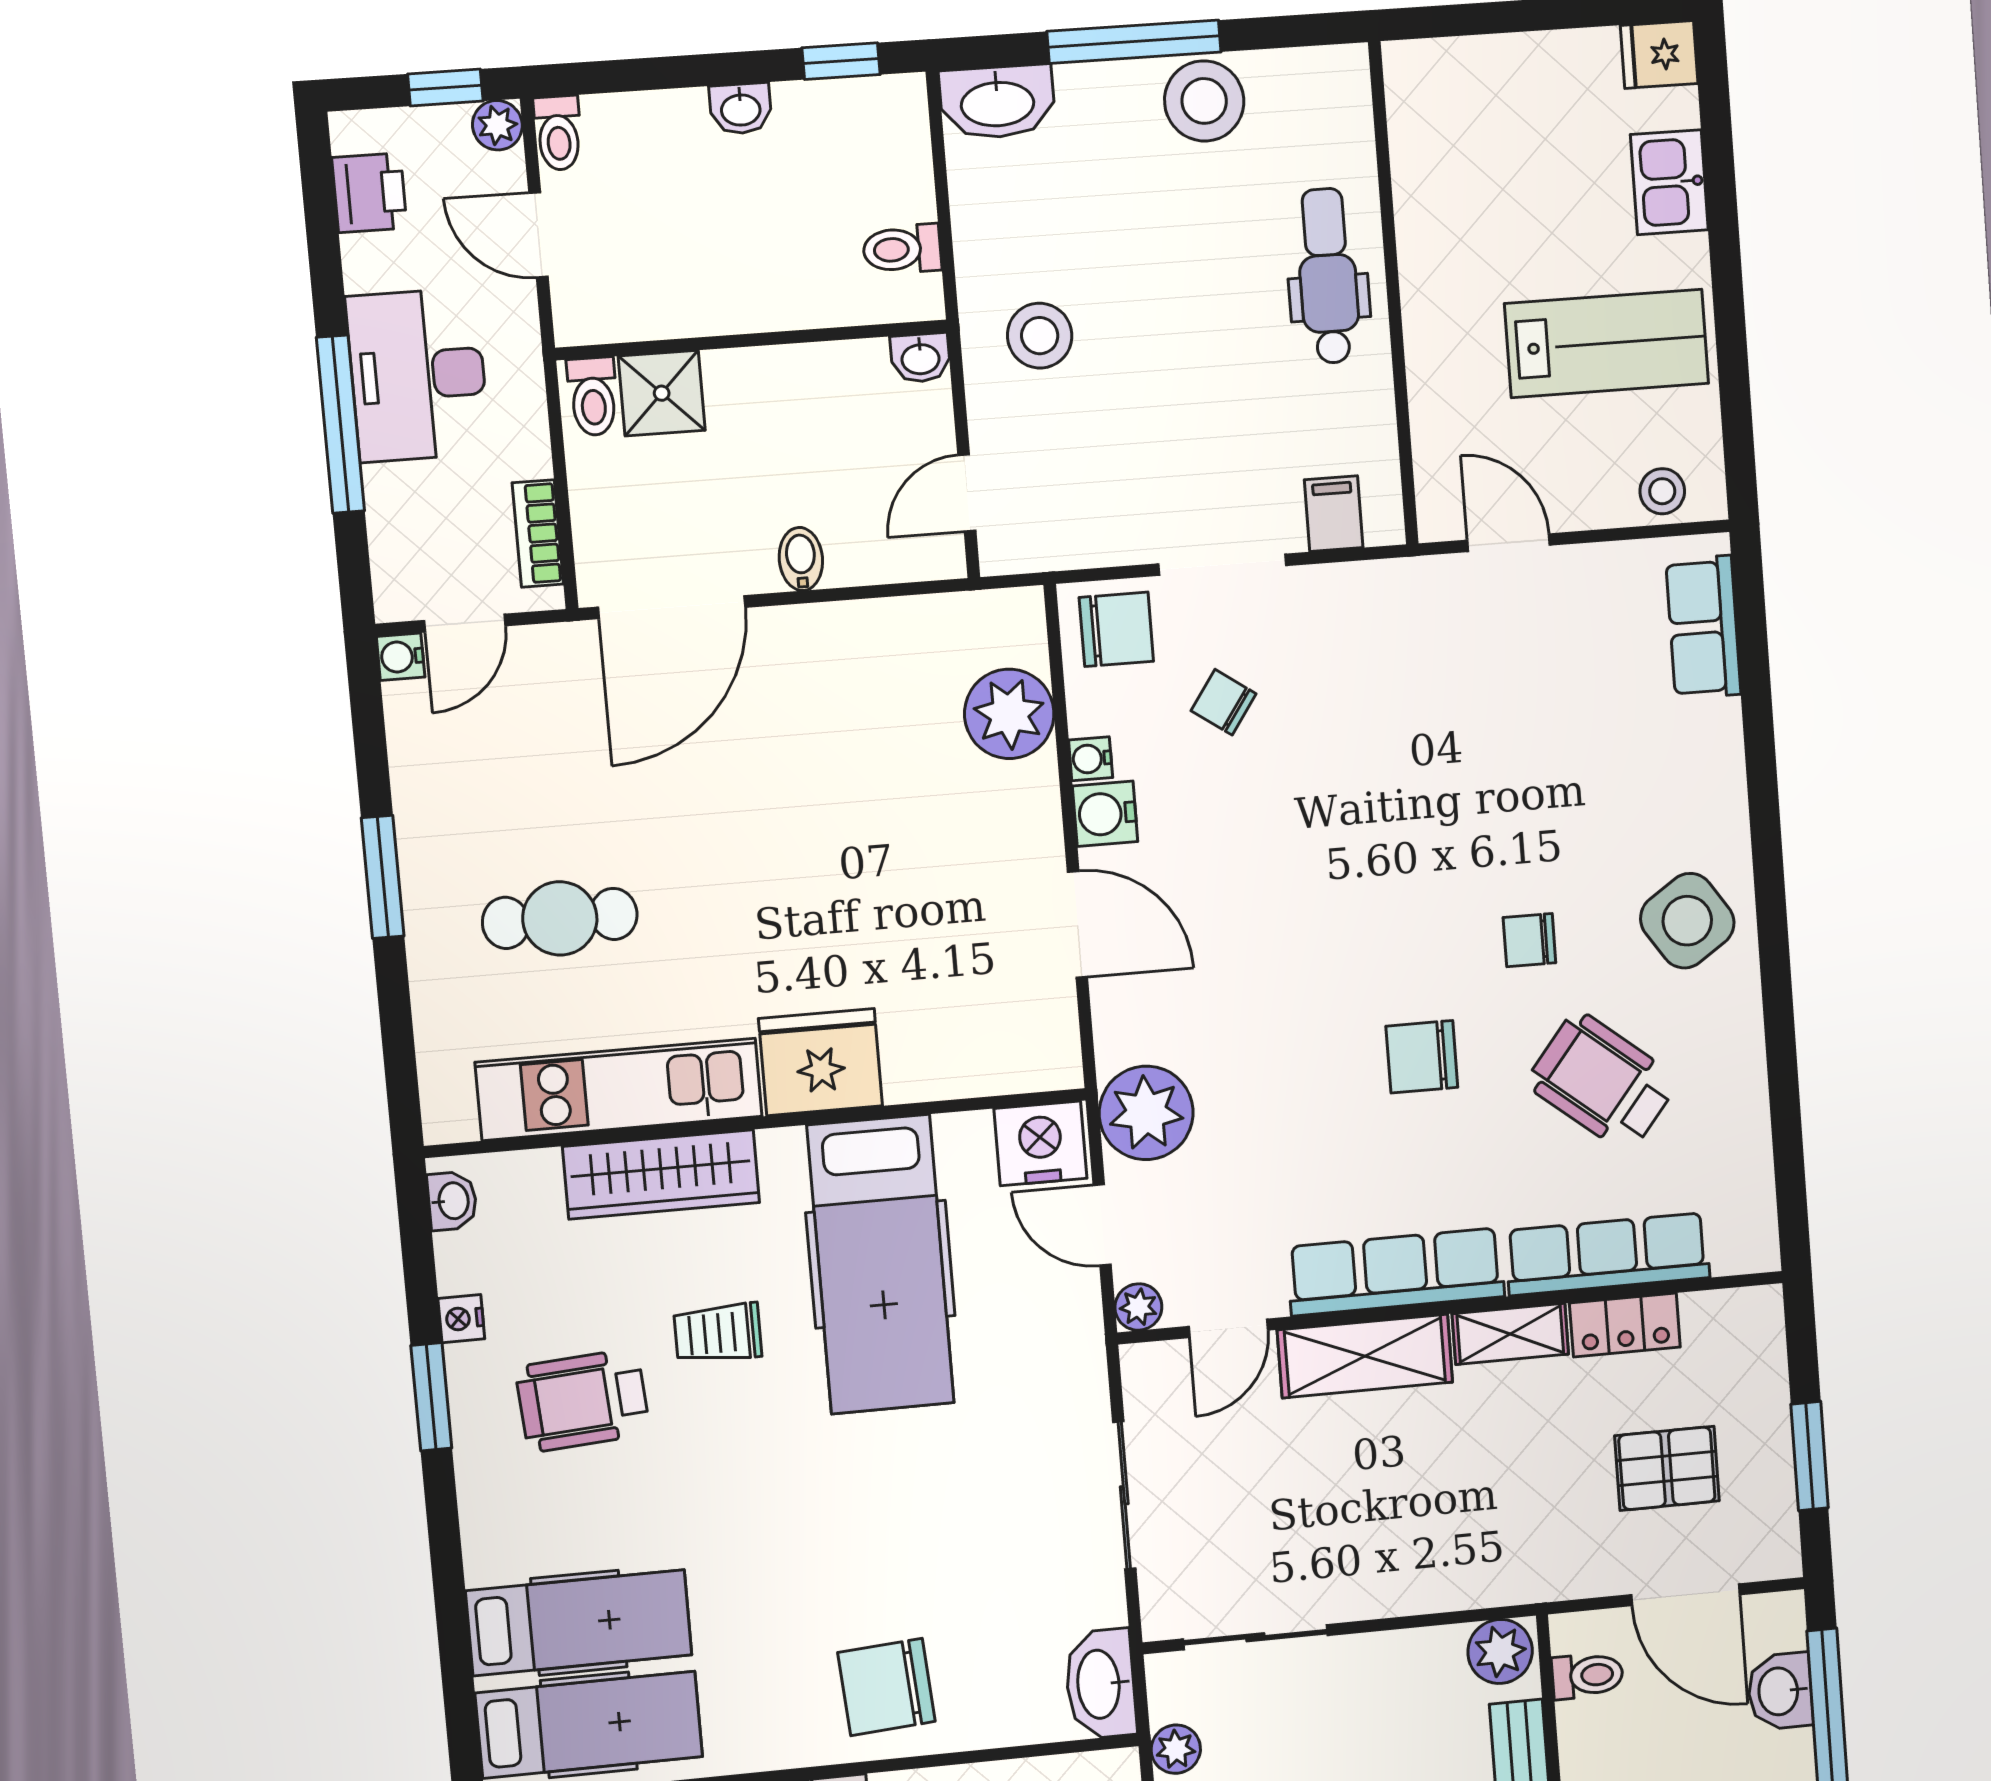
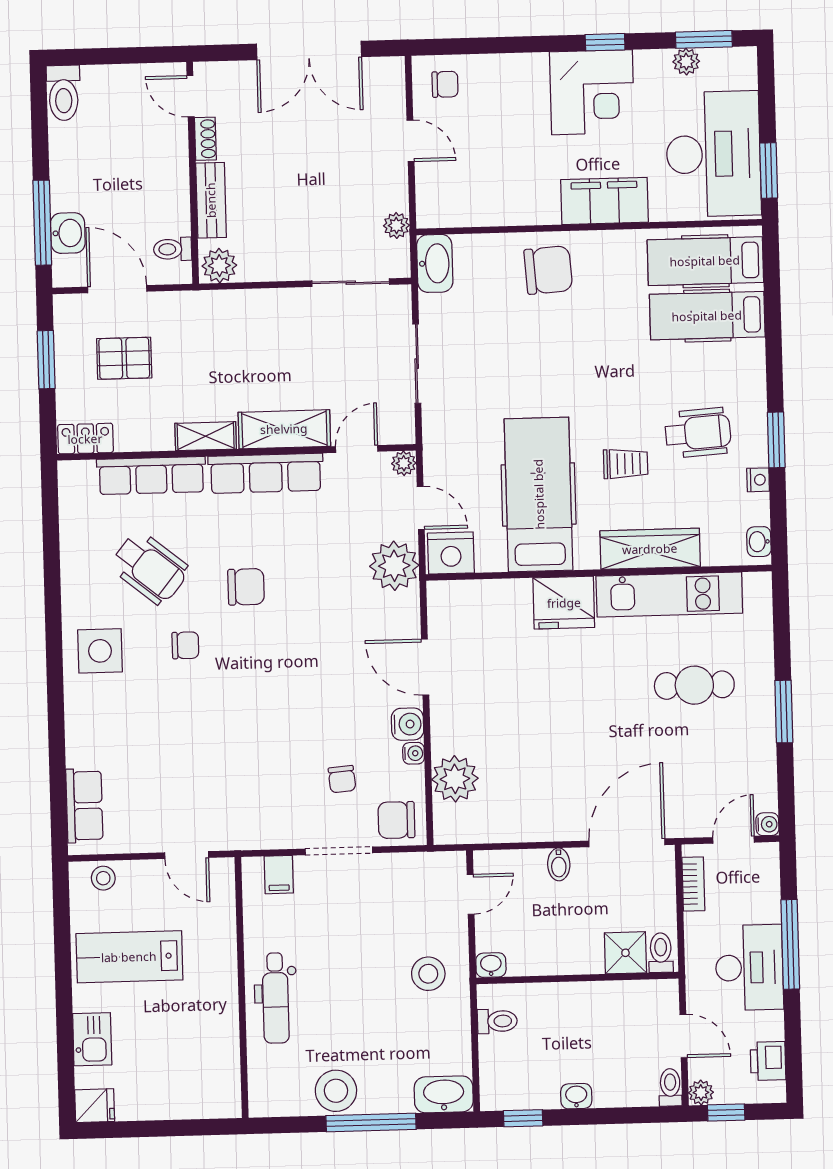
chair: (1224, 702) -> (342, 779), turned 50
side table: (1687, 921) -> (100, 651), turned 34
locker: (1625, 1325) -> (85, 439), moved

